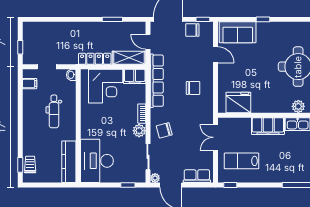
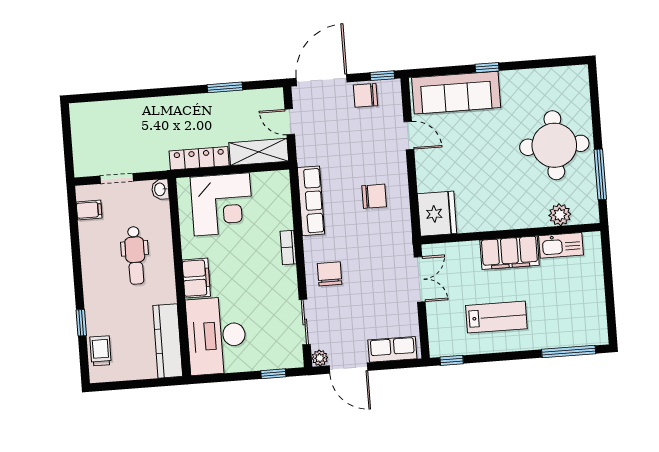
sofa: (238, 32) -> (456, 93), width x1.36
window: (20, 47) -> (68, 148), removed
filing cabinet: (135, 76) -> (196, 278), moved, turned -90
row of seats: (157, 81) -> (311, 201), width x0.73
fridge: (238, 102) -> (437, 214), moved, turned 90
chair: (164, 130) -> (330, 274), turned 105
plant: (139, 131) -> (286, 278), removed
double door: (215, 137) -> (420, 279), swing flipped
lab bench: (242, 161) -> (496, 317), moved, turned 180
window: (20, 165) -> (81, 323), moved

